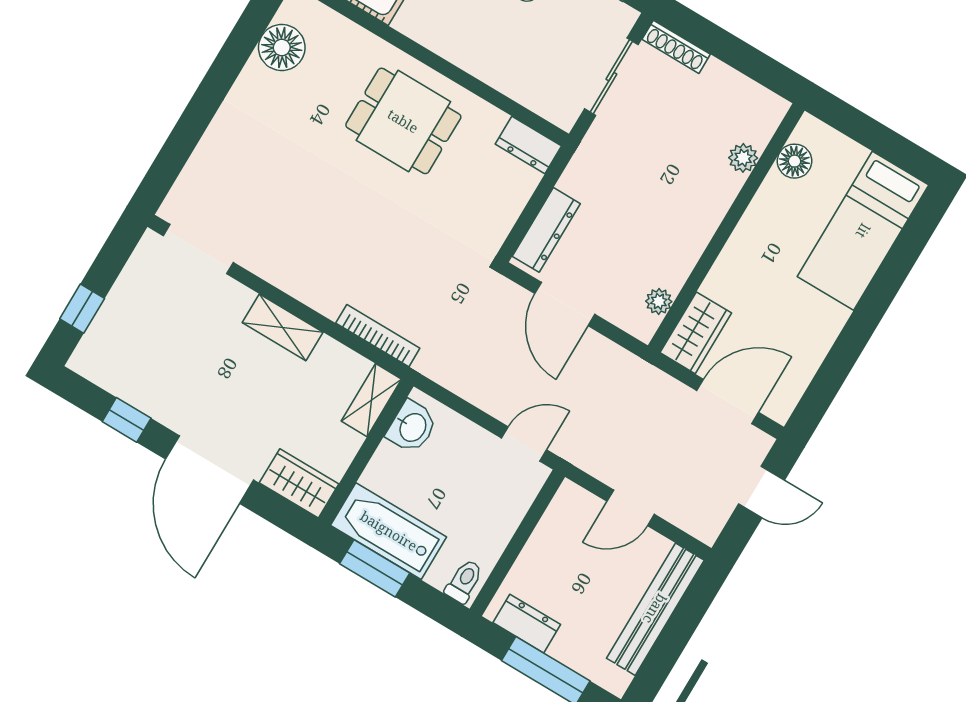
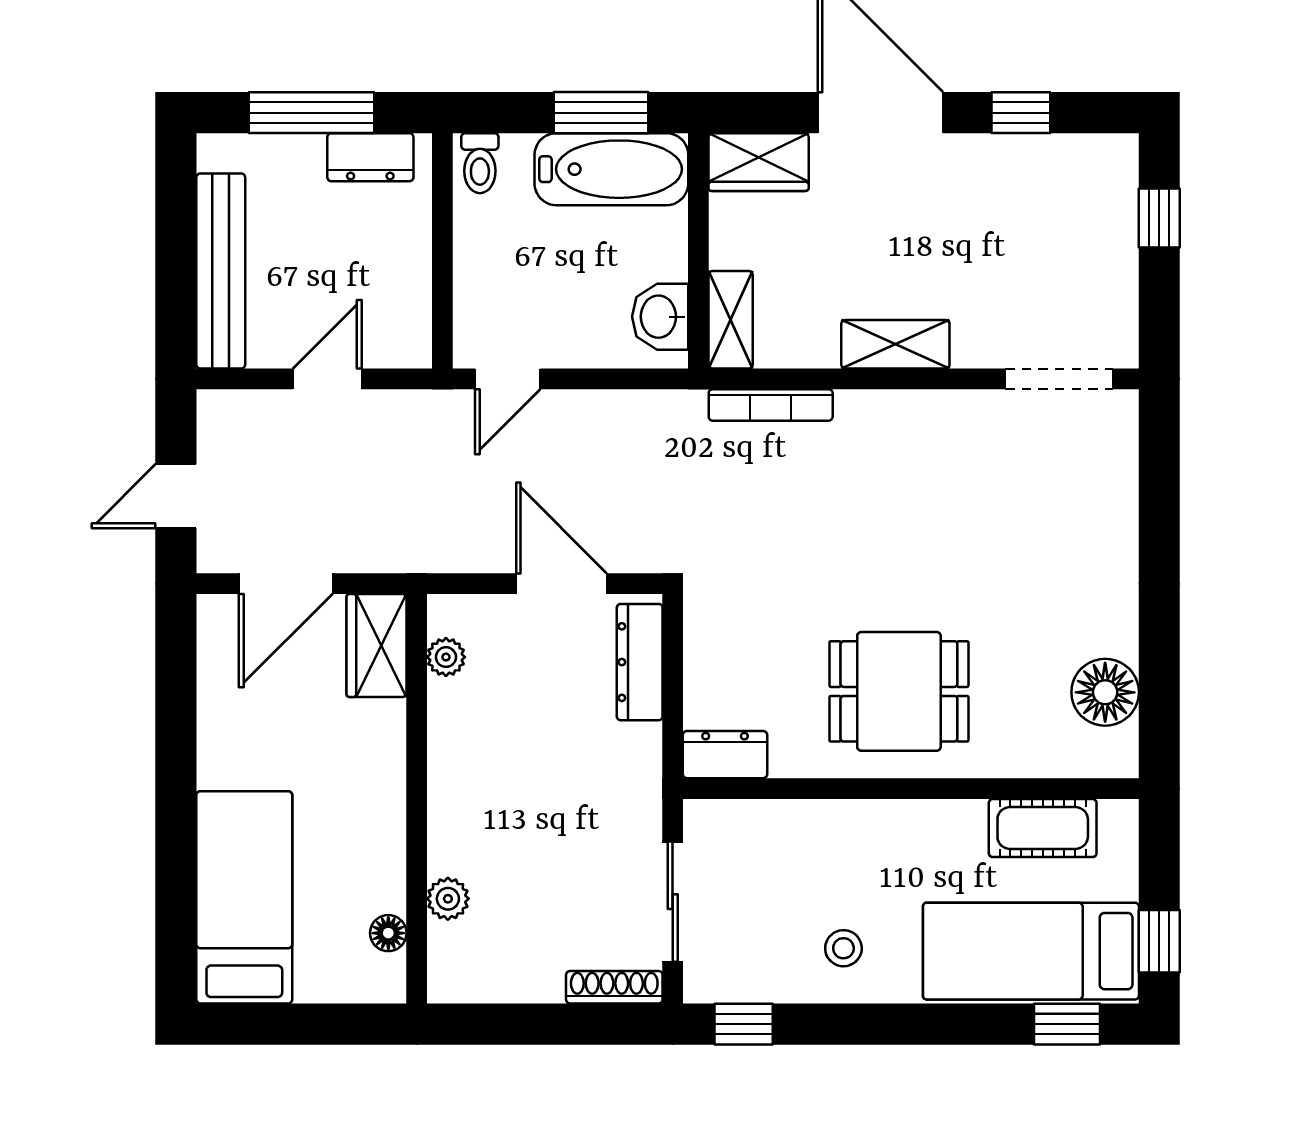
floor lamp: (795, 161) -> (388, 933), width x0.73, depth x0.73

